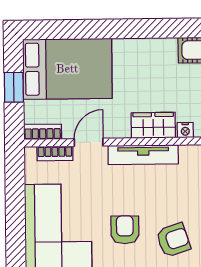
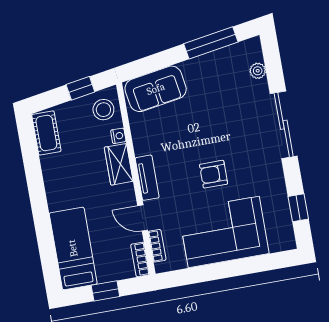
bed: (67, 69) -> (73, 248), width x0.67
tv unit: (143, 155) -> (147, 178), width x0.71
armchair: (173, 240) -> (215, 131), removed

